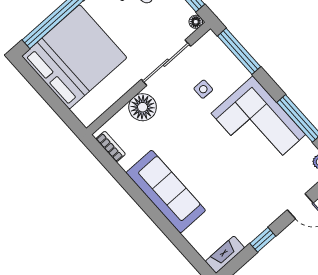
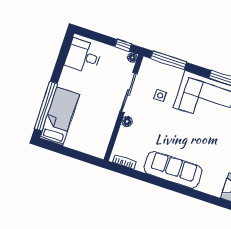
bed: (74, 57) -> (60, 117), width x0.49
floor lamp: (143, 107) -> (127, 122), width x0.53, depth x0.53

